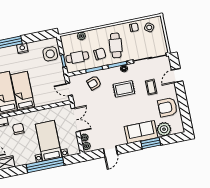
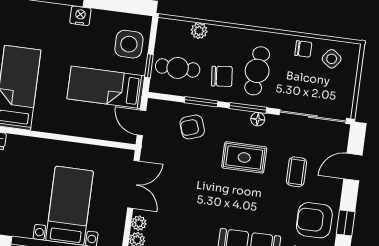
bed: (23, 91) -> (106, 87), moved, turned -90
window: (183, 103) -> (346, 223), added
chair: (18, 129) -> (21, 164), removed

